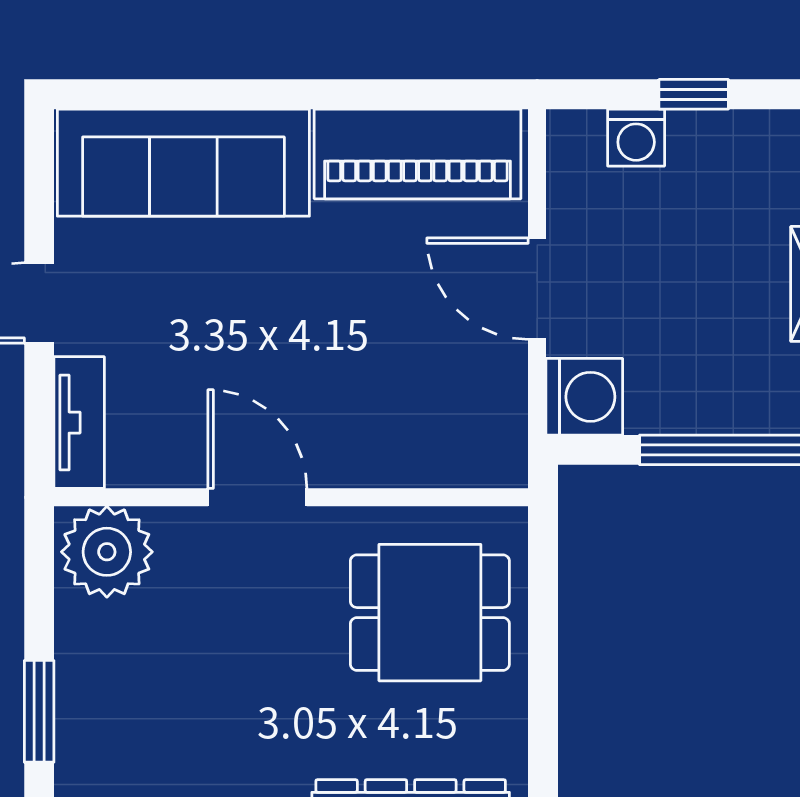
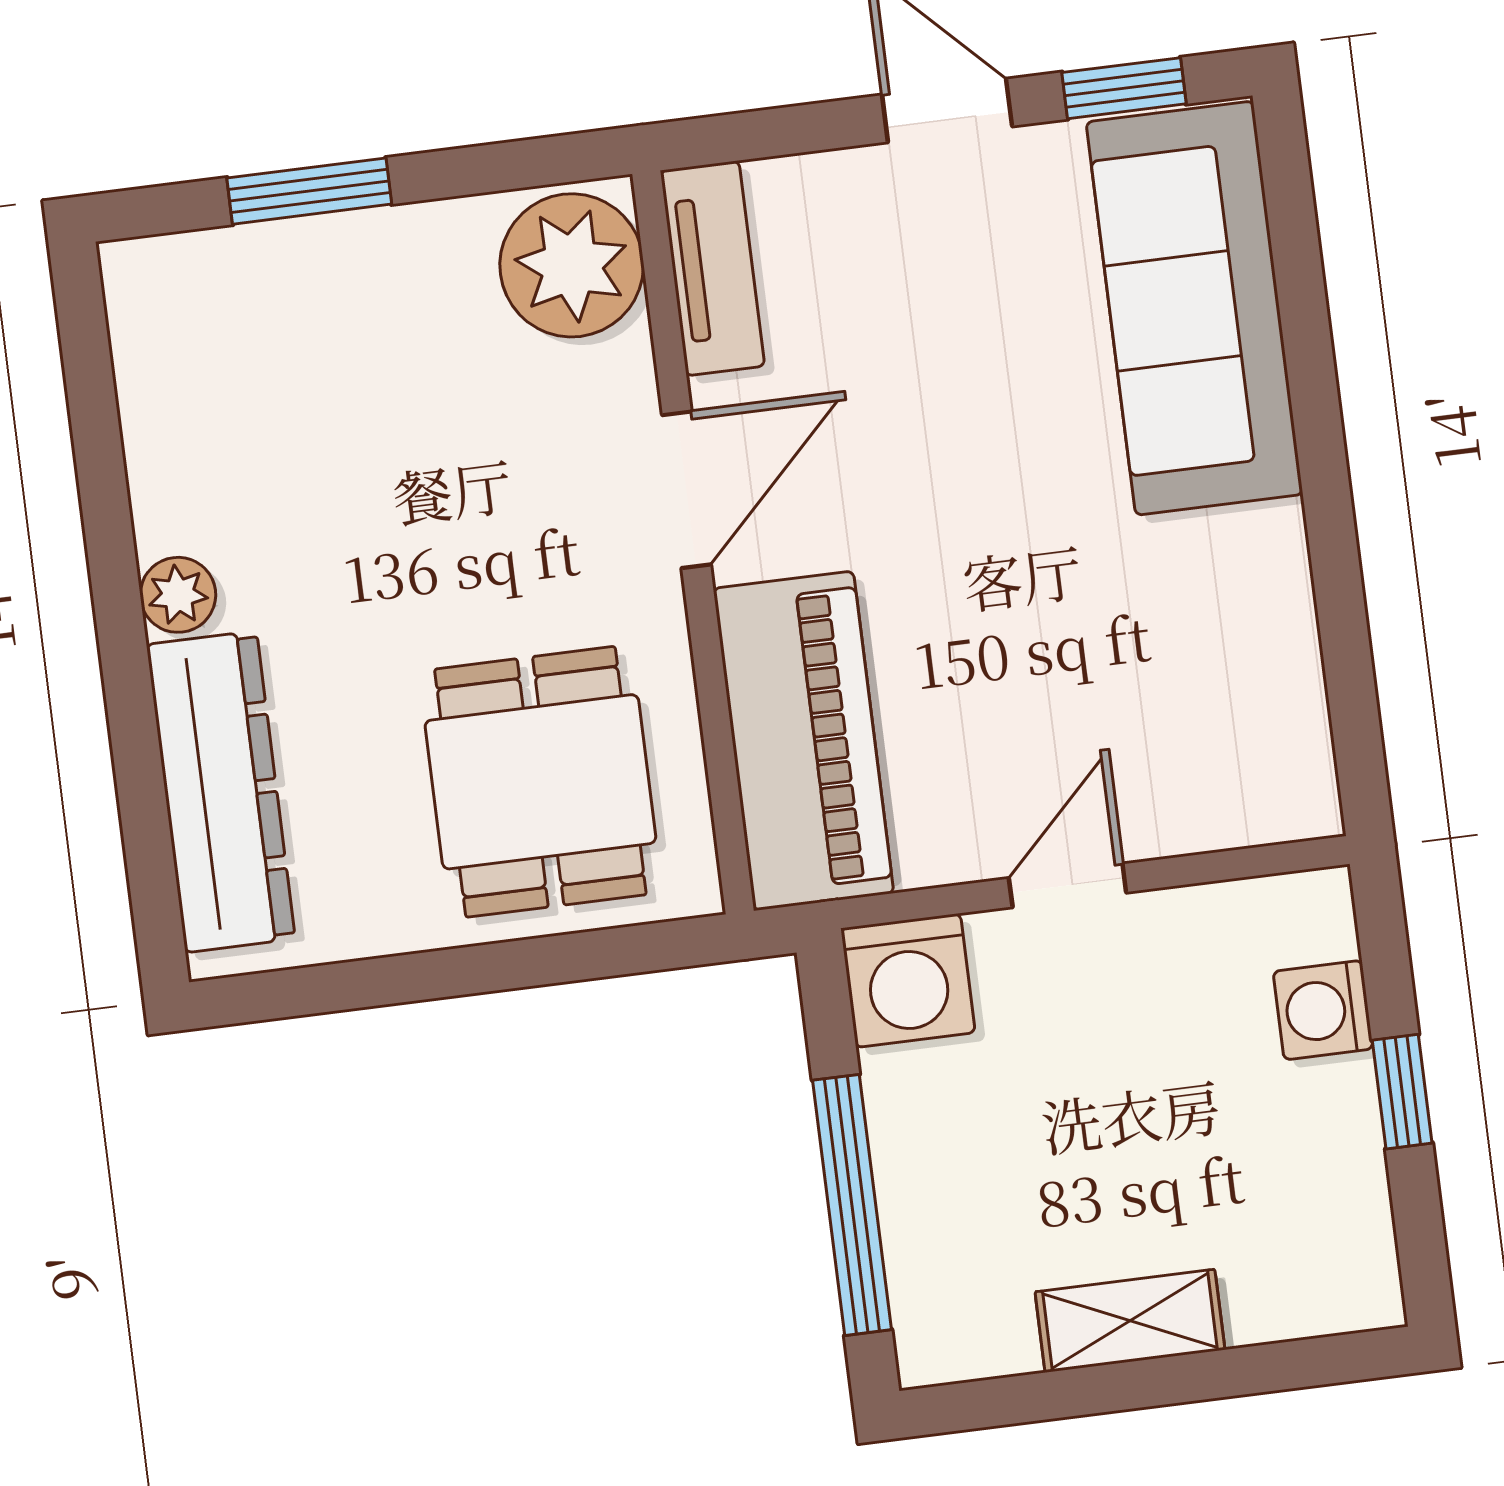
piano: (418, 154) -> (803, 741), moved, turned 180
window: (39, 190) -> (1124, 88), added
door: (537, 289) -> (1068, 885), width x0.73
tv unit: (79, 423) -> (712, 268), moved, turned -90

